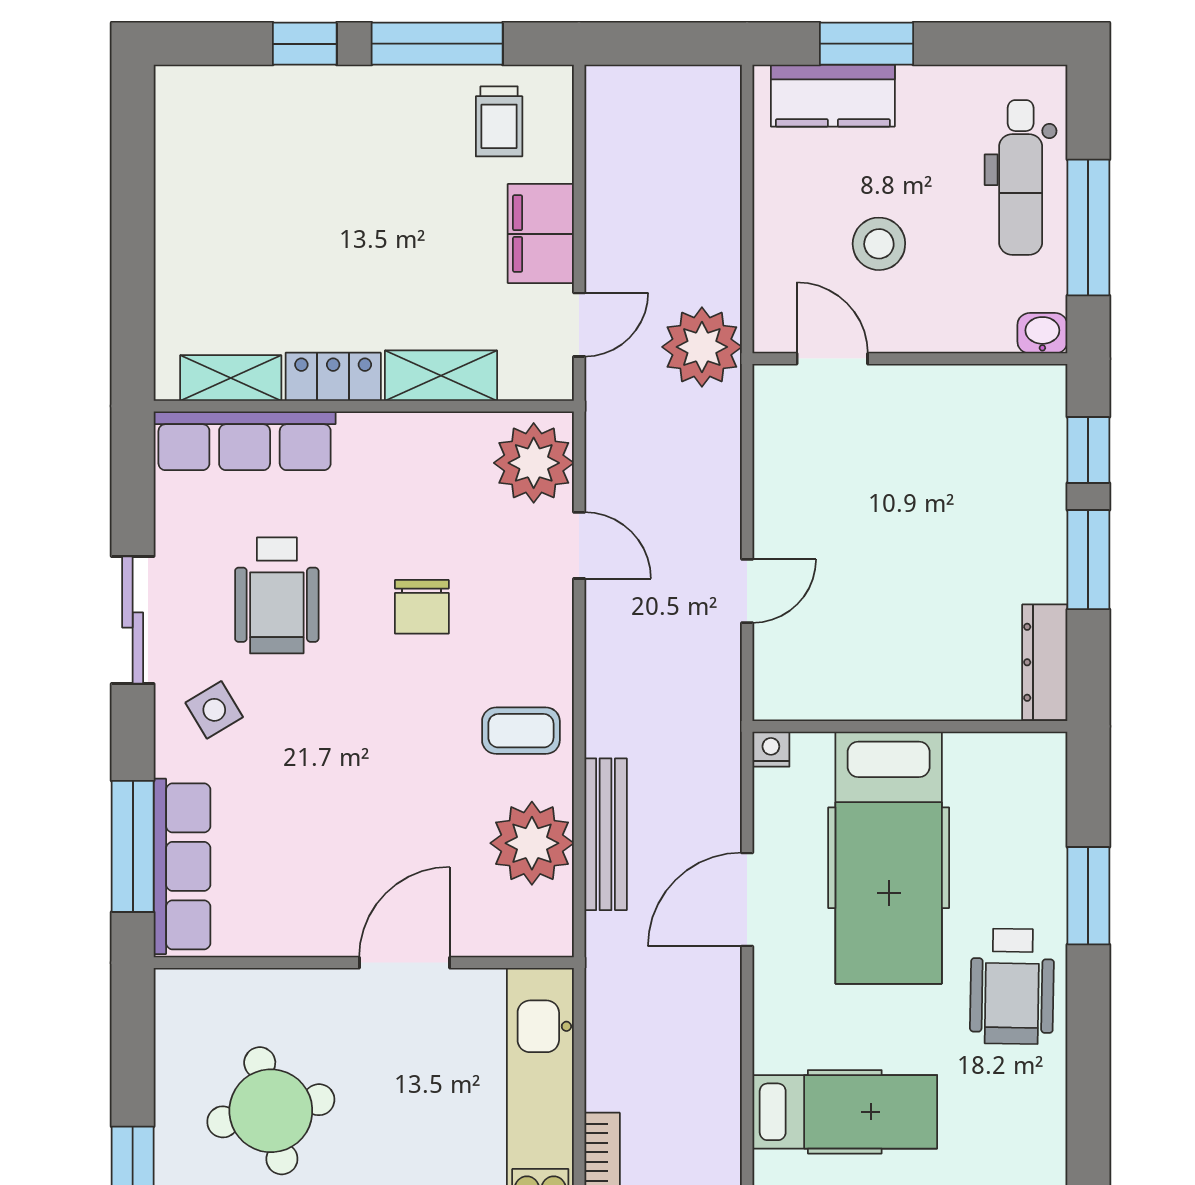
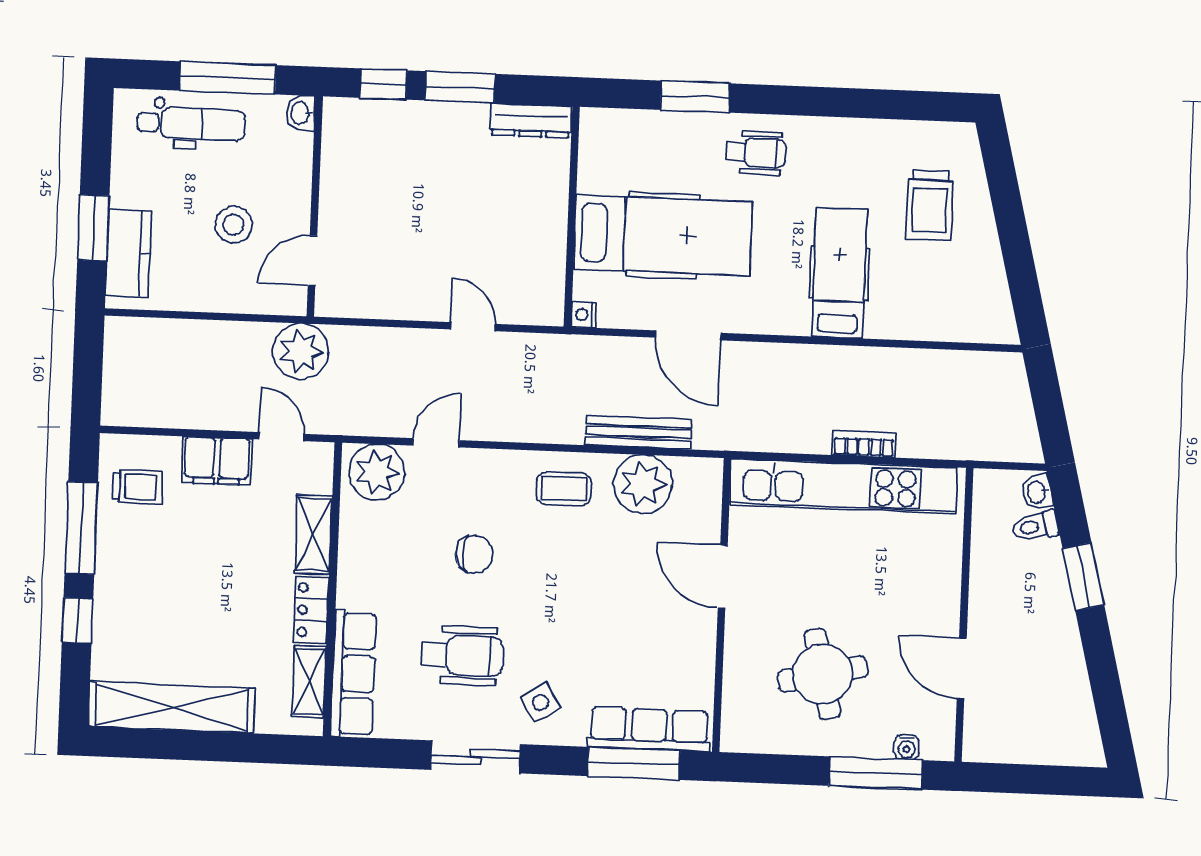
shelving: (186, 183) -> (172, 707), added
coffee table: (521, 731) -> (564, 489), turned 90
wheelchair: (1012, 986) -> (756, 153), width x0.73, depth x0.73

